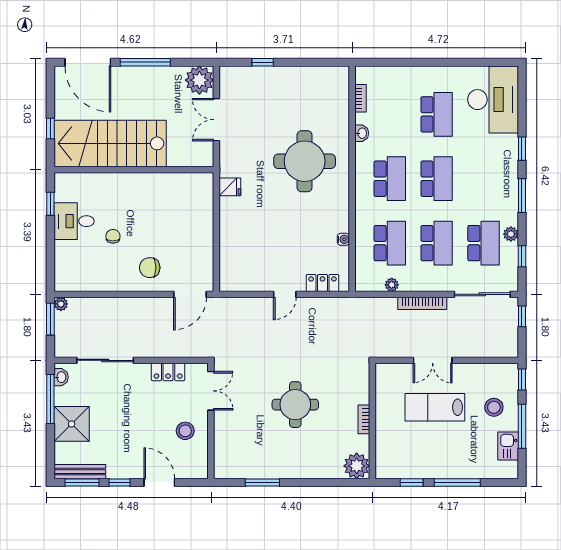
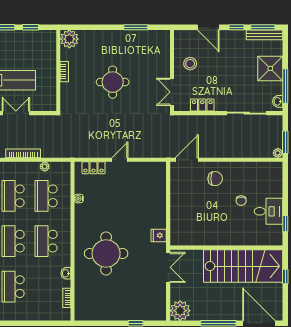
double door: (216, 120) -> (168, 267), moved

